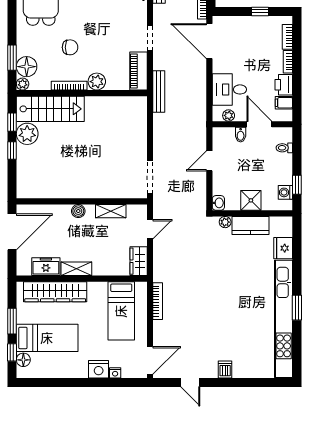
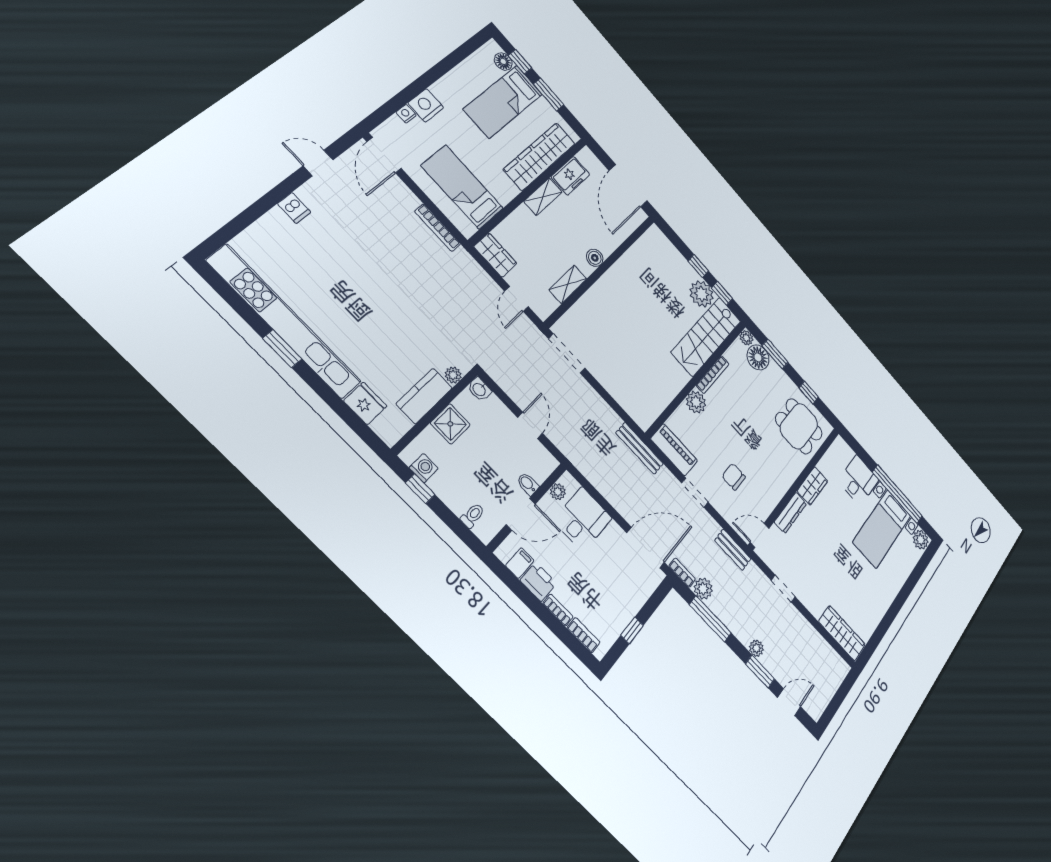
window: (12, 16) -> (809, 393), added
chair: (70, 47) -> (734, 477), moved, turned 90

